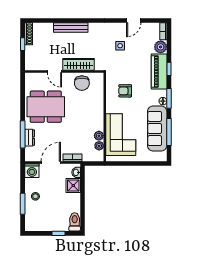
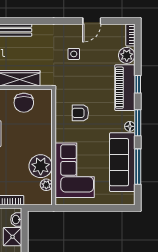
plant: (99, 136) -> (41, 166), width x1.88, depth x1.88

